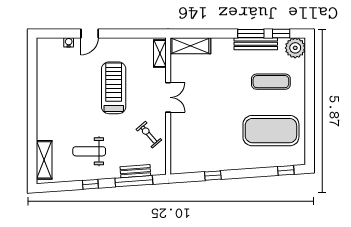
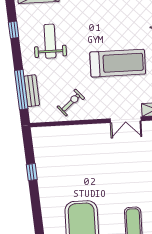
double door: (168, 97) -> (126, 120), moved
window: (90, 184) -> (14, 30), moved

